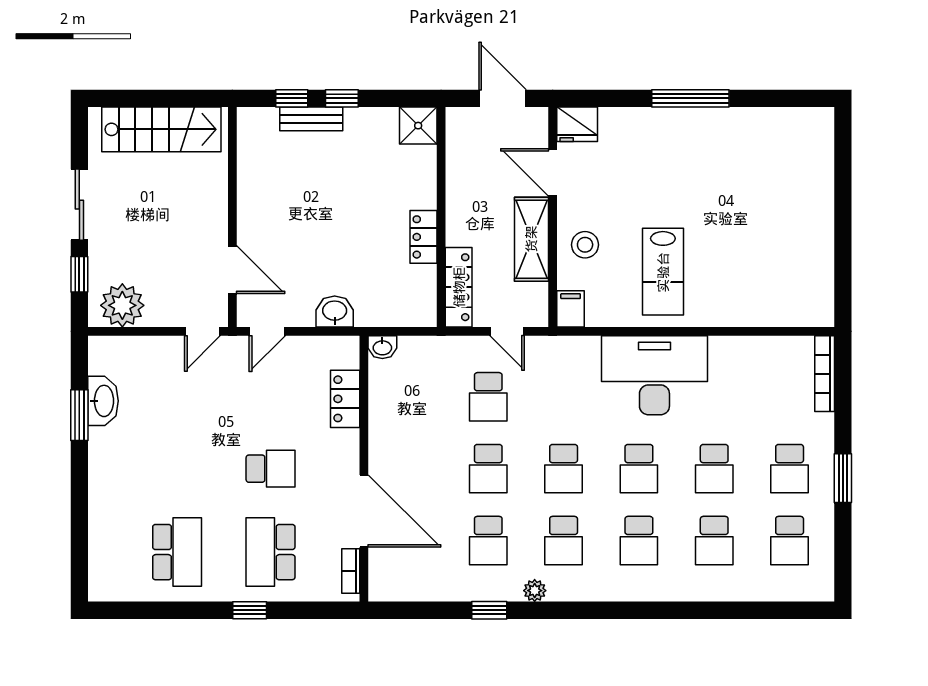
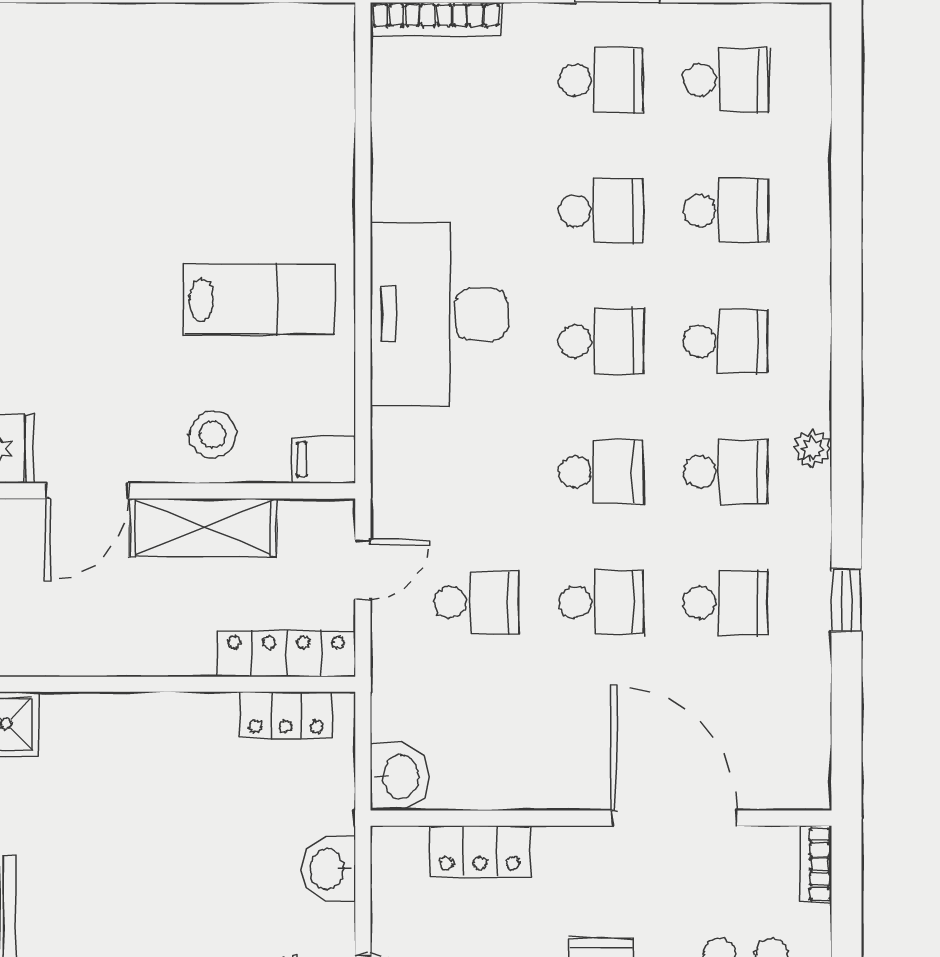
locker: (423, 237) -> (286, 715), moved
washbasin: (382, 347) -> (399, 777), width x1.38, depth x1.45
door: (364, 511) -> (674, 818), hinge flipped
bookcase: (351, 571) -> (816, 864), moved, turned 90
plant: (535, 591) -> (812, 449), moved

